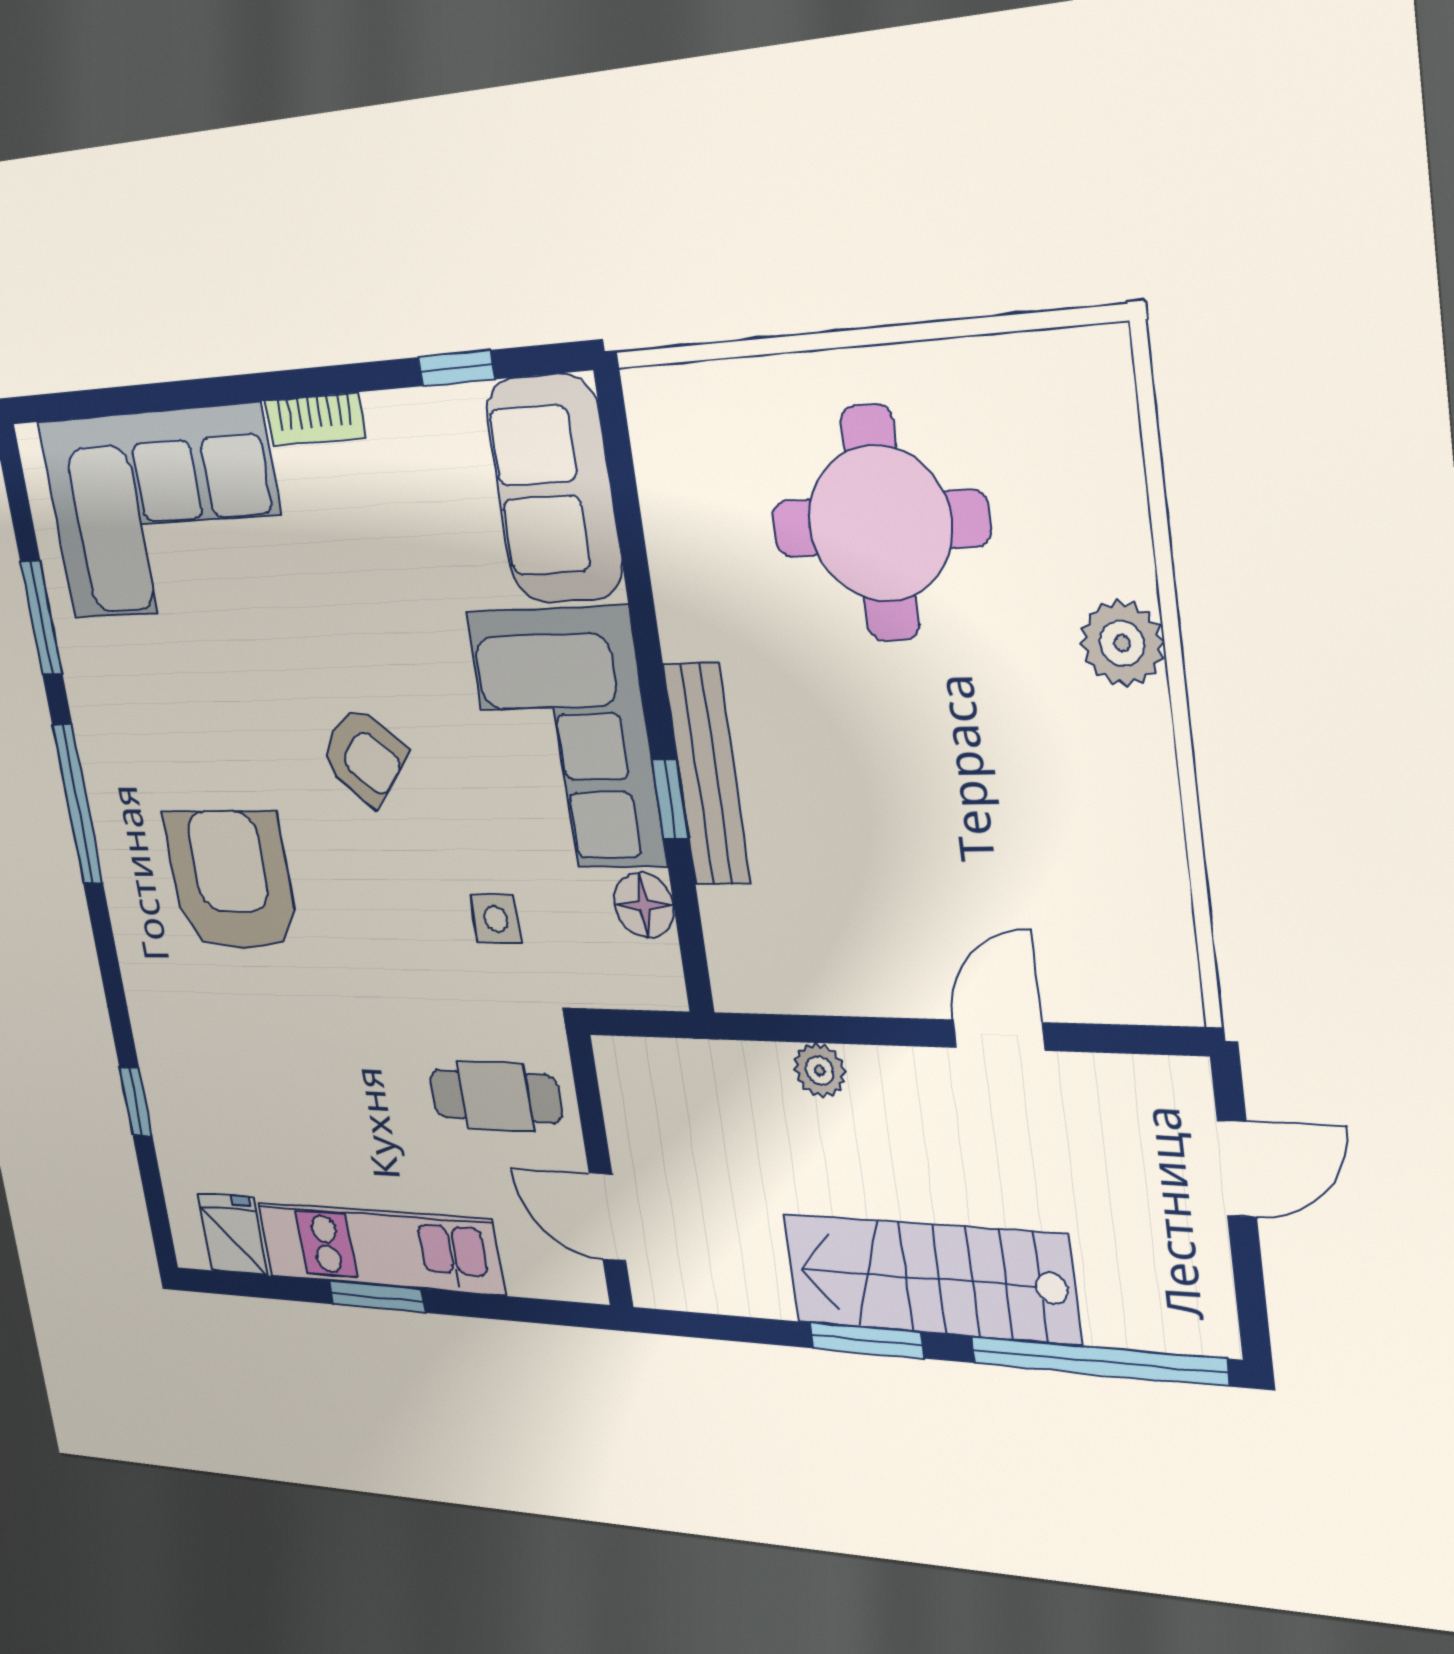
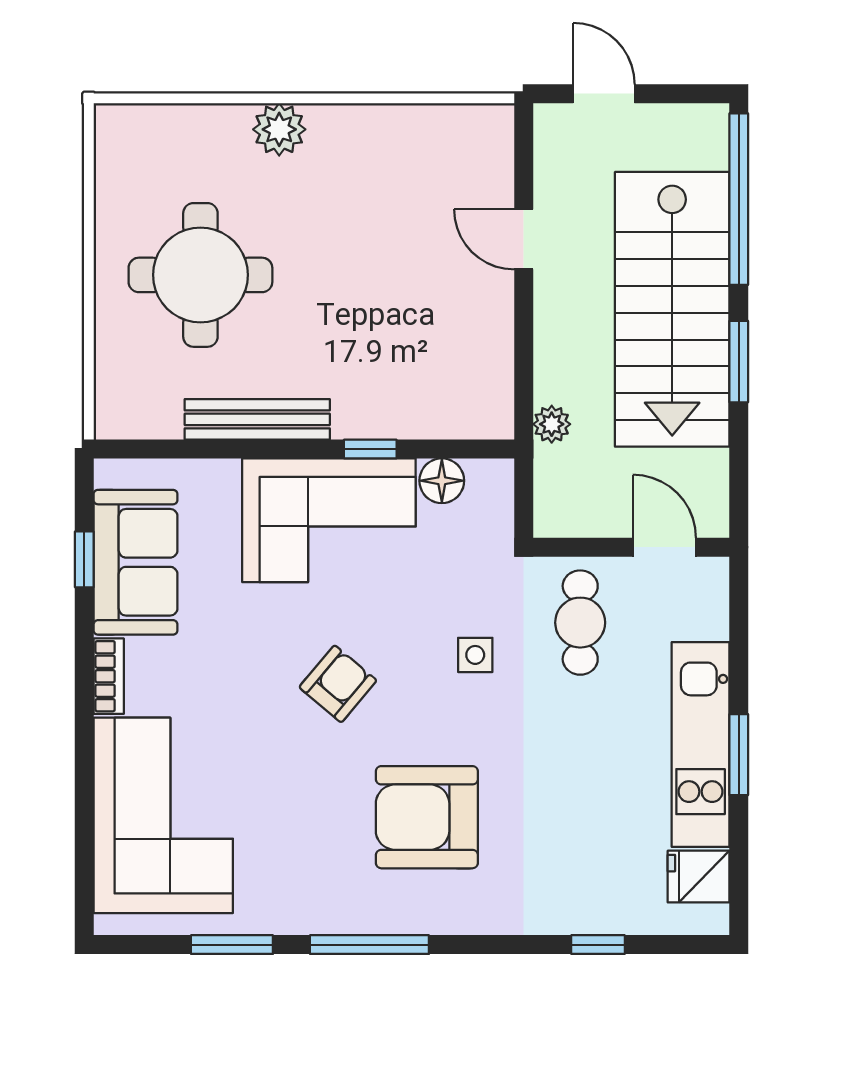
sofa: (554, 489) -> (135, 562), moved, turned -90
bench: (707, 775) -> (257, 419), moved
side table: (496, 919) -> (475, 655), moved
plant: (820, 1070) -> (552, 424), moved
door: (608, 1217) -> (664, 547), swing flipped
stairs: (930, 1279) -> (672, 309), width x1.36, depth x1.51

